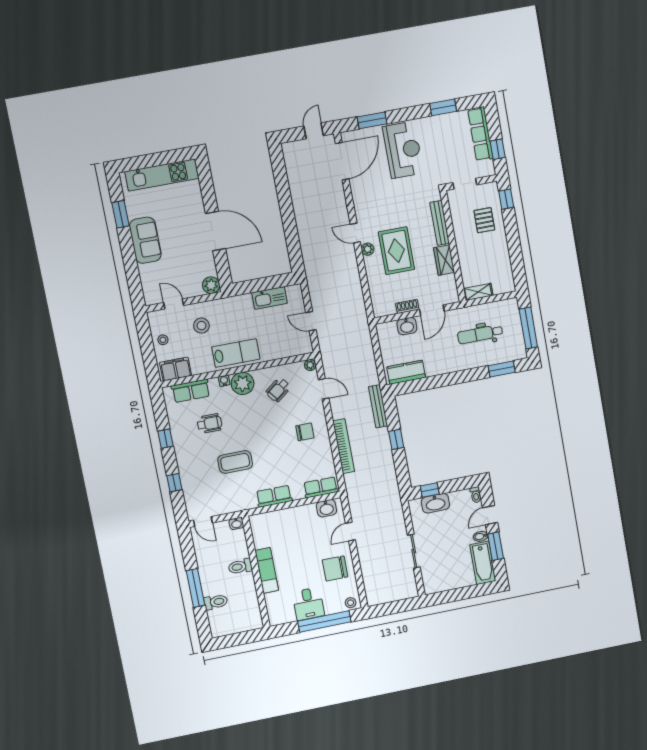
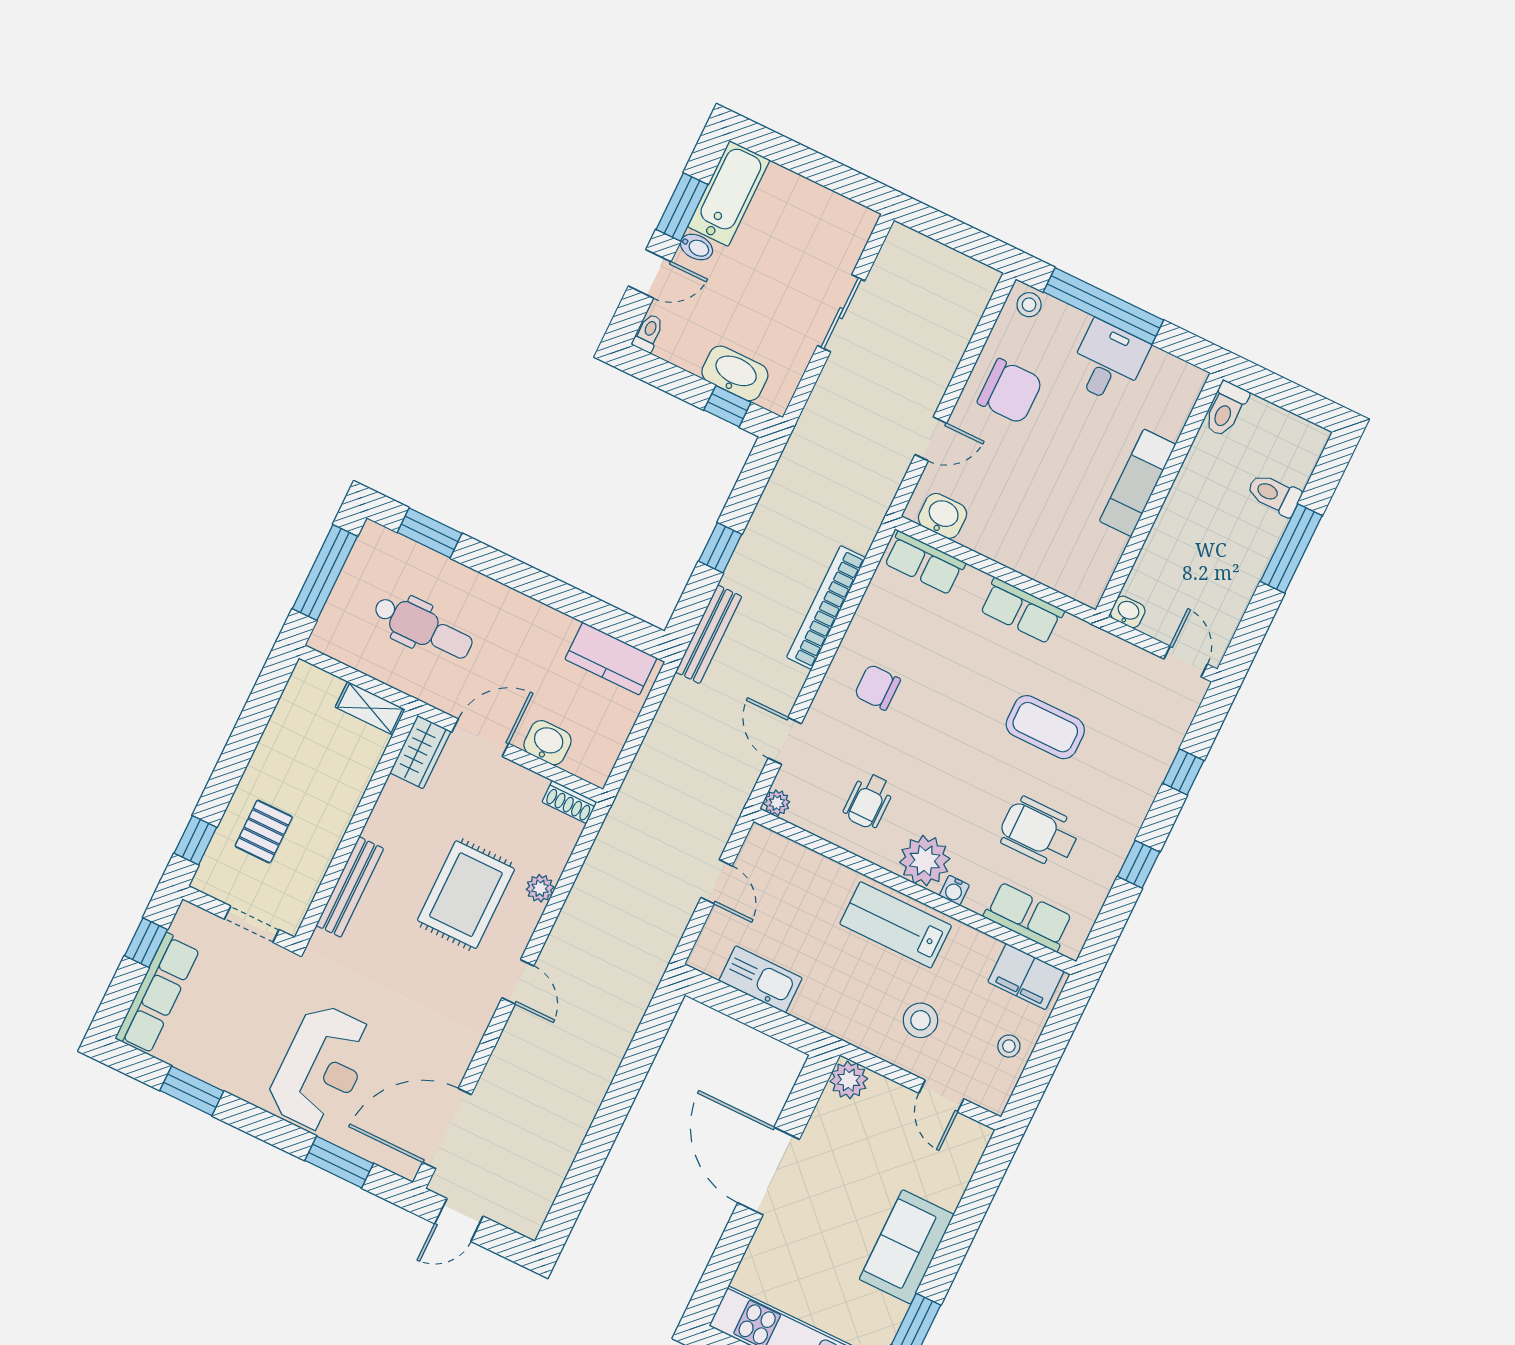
reception desk: (403, 150) -> (321, 1068), turned 180
plant: (368, 249) -> (540, 888), moved
wardrobe: (444, 260) -> (420, 752), moved
shoe rack: (407, 306) -> (570, 802), moved
wheelchair: (278, 390) -> (869, 801), turned 127
wheelchair: (209, 424) -> (1039, 832), width x1.36, depth x1.37
toilet: (240, 566) -> (1226, 409), moved, turned 90

